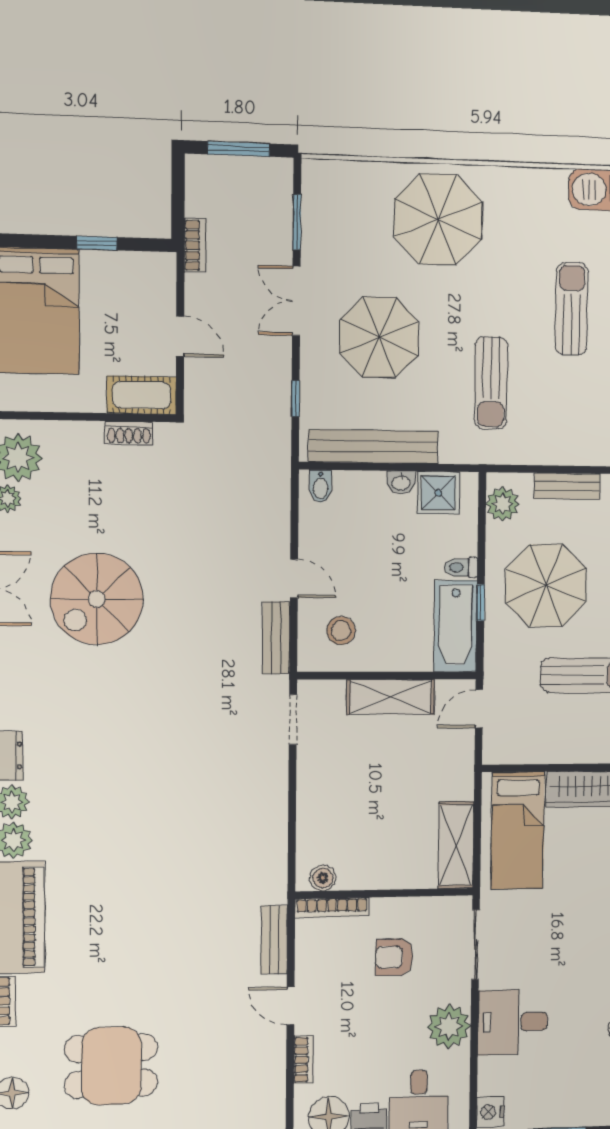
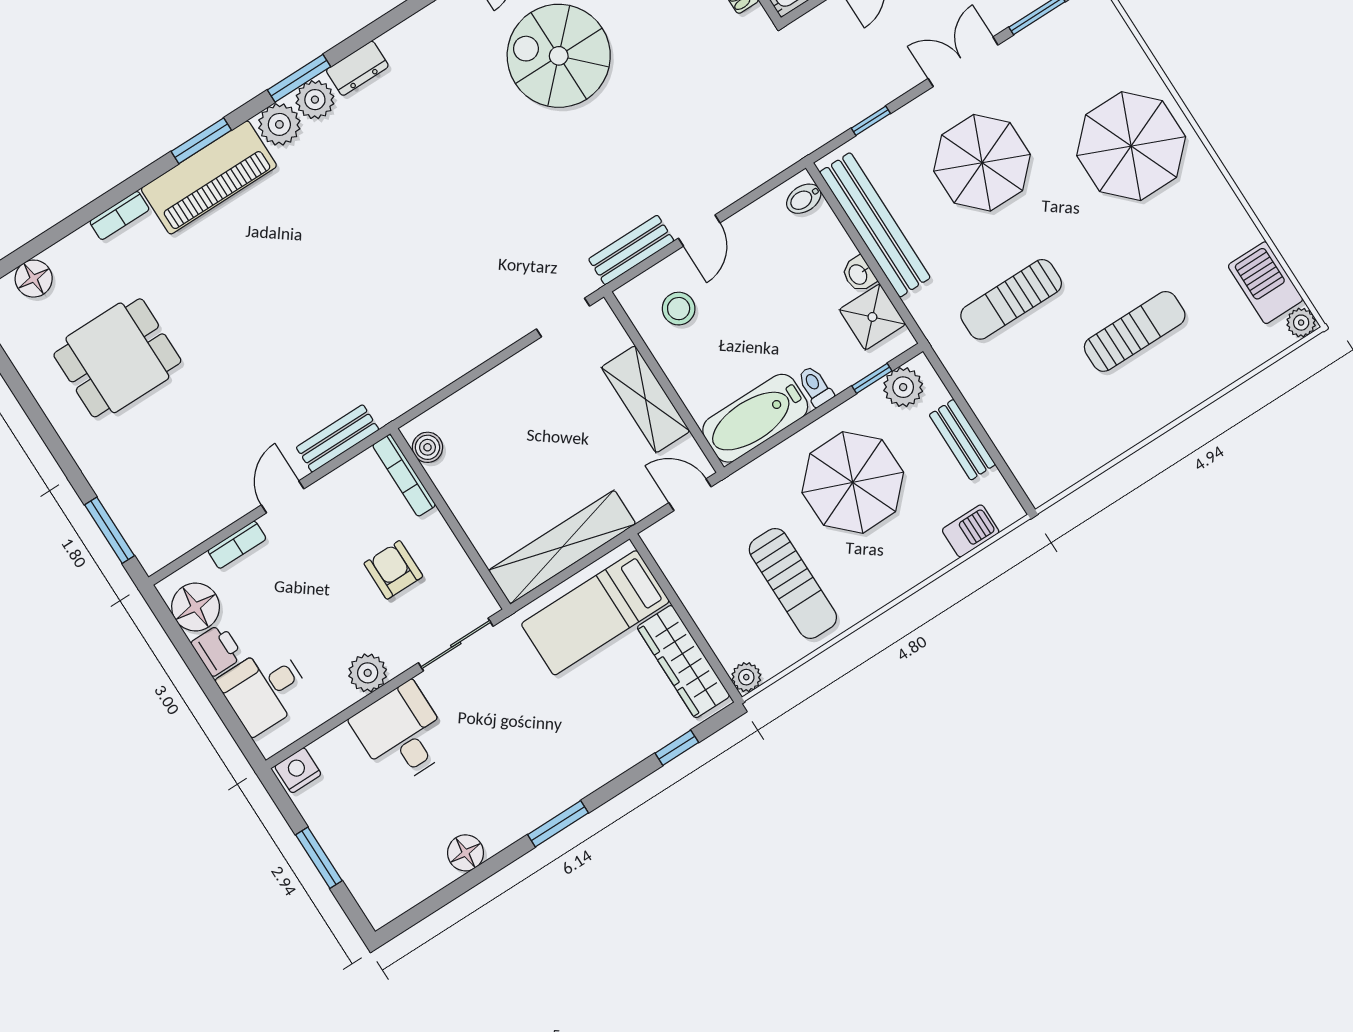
window: (481, 603) -> (872, 378), moved
shelving: (456, 845) -> (562, 547), width x1.47
plant: (449, 1026) -> (368, 673), width x0.73, depth x0.73
dining table: (111, 1066) -> (117, 358), turned 90

